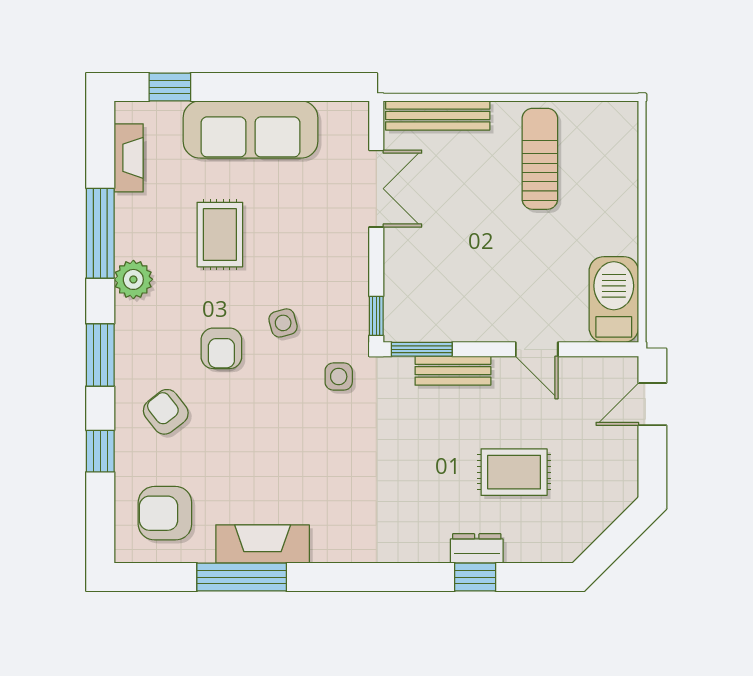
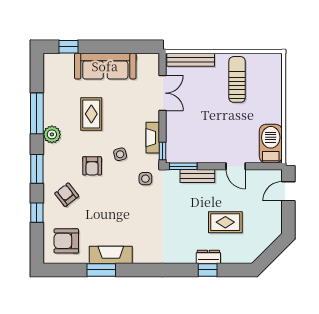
fireplace: (129, 158) -> (153, 138), moved, turned 180
window: (242, 577) -> (101, 270), width x0.69

